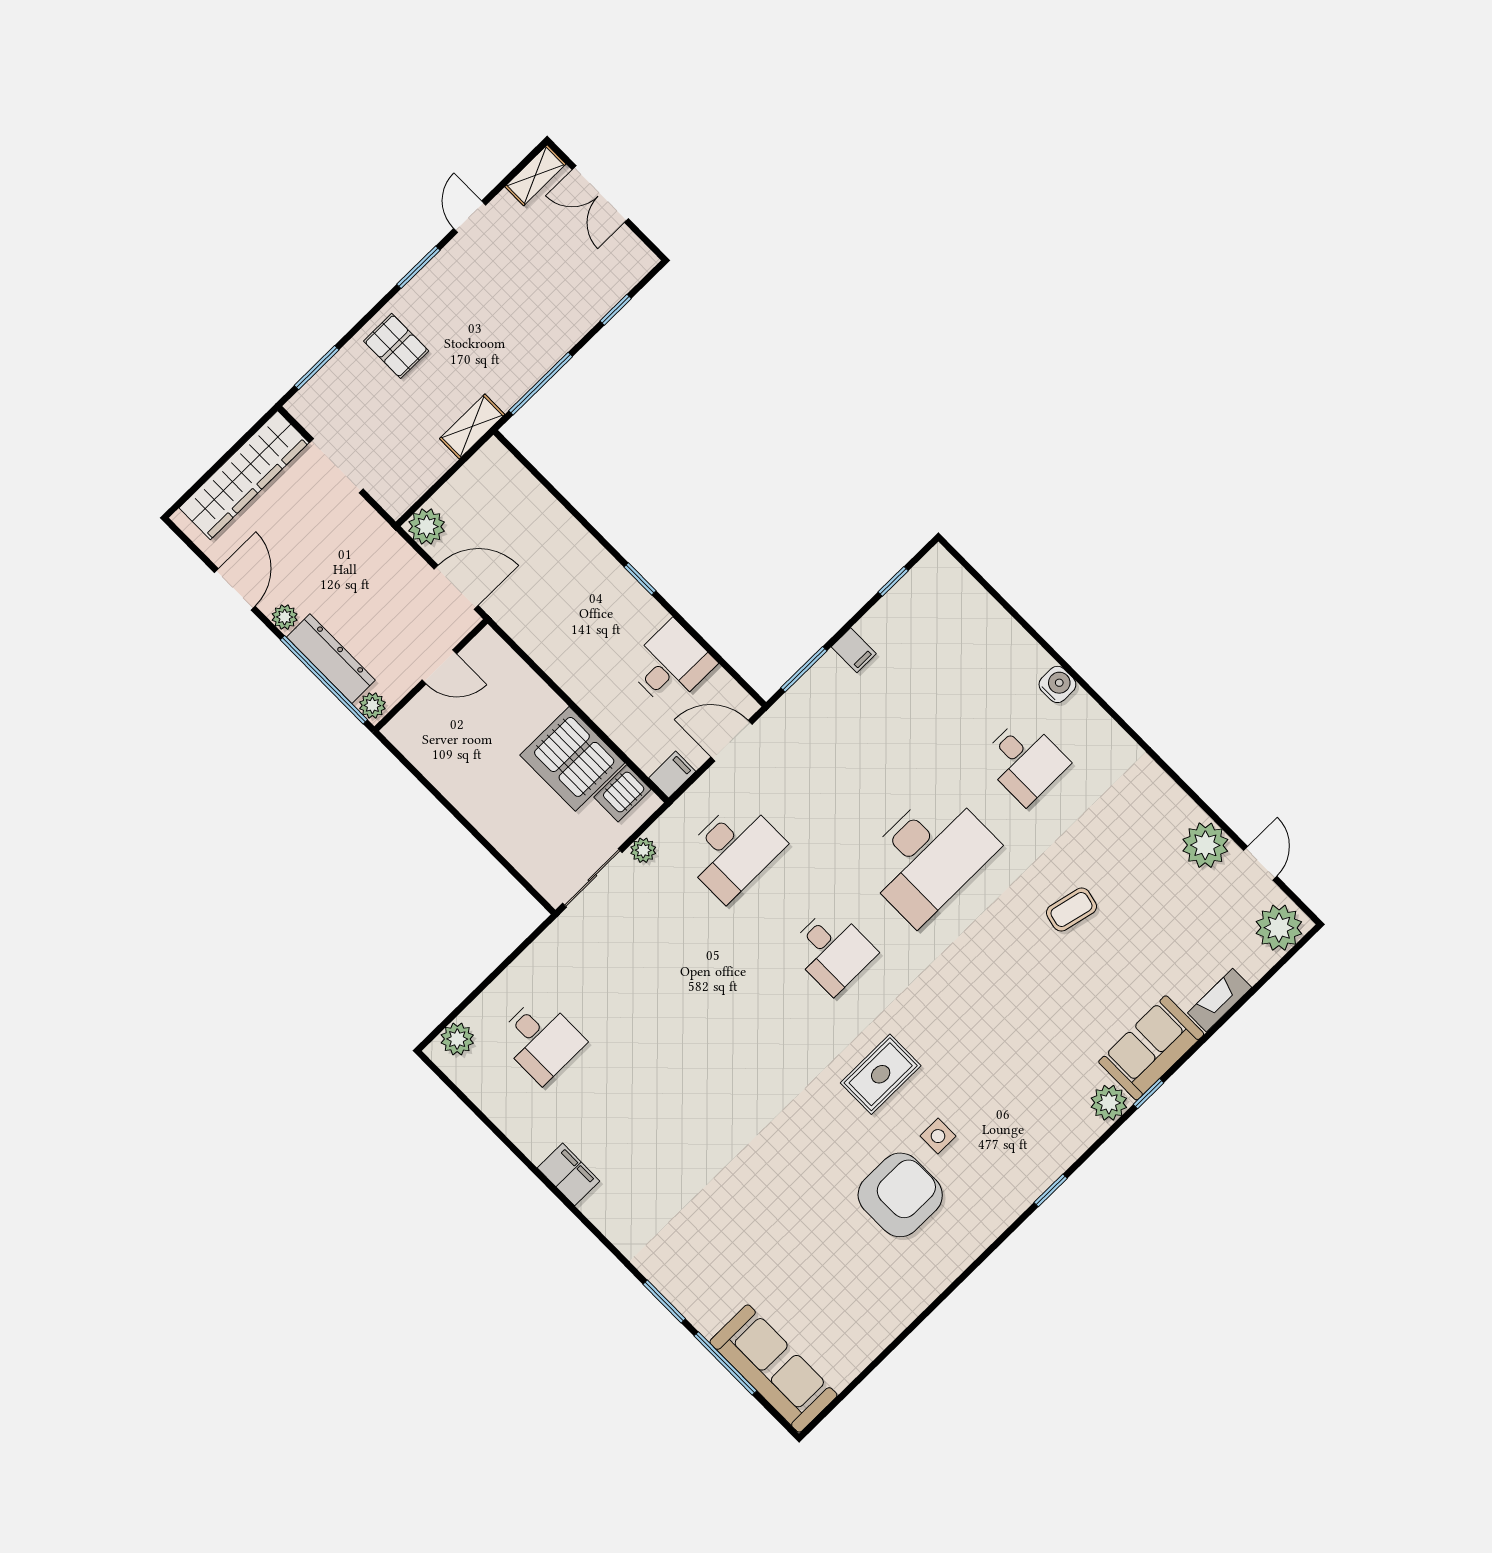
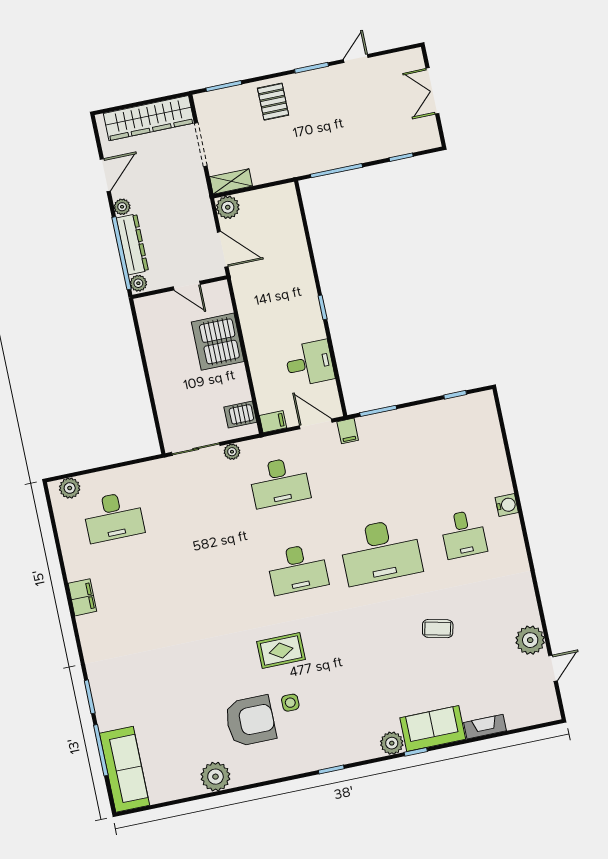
shelving: (535, 175) -> (405, 59), removed
shelving: (472, 427) -> (231, 181), moved
filing cabinet: (854, 650) -> (348, 431), moved
server rack: (572, 759) -> (218, 342), moved
plant: (1279, 928) -> (215, 777), moved
desk: (832, 951) -> (298, 569), width x1.37
desk: (541, 1040) -> (114, 517), width x1.37

